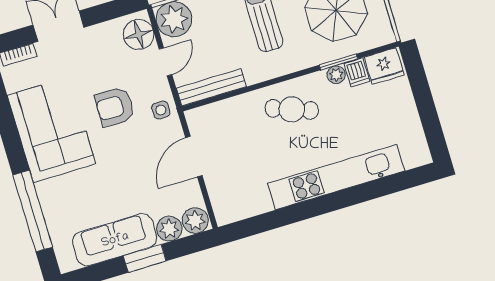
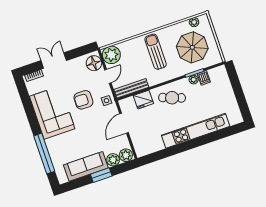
fridge: (384, 66) -> (143, 100), moved

